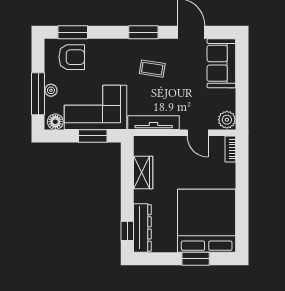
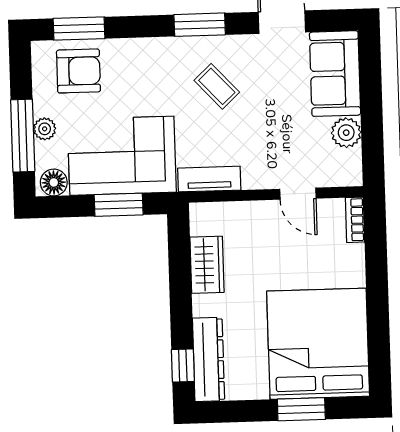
coffee table: (152, 69) -> (217, 86), turned 38
plant: (227, 120) -> (346, 133), moved
tv unit: (154, 123) -> (209, 179), width x0.71

